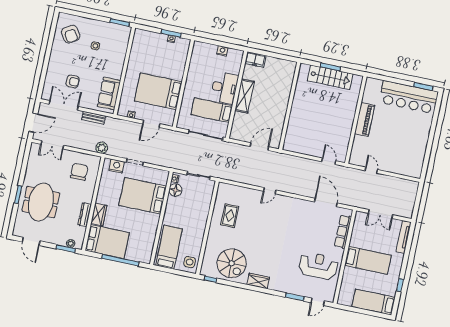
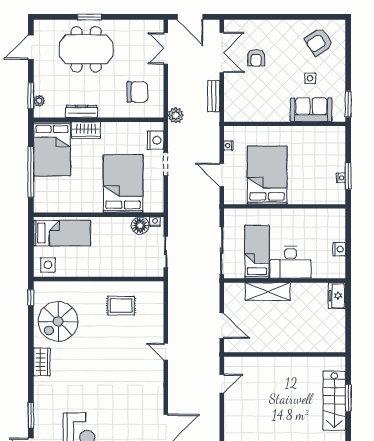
sofa: (109, 93) -> (311, 110), moved
shelving: (245, 96) -> (268, 291), moved
door: (329, 161) -> (222, 384), moved

